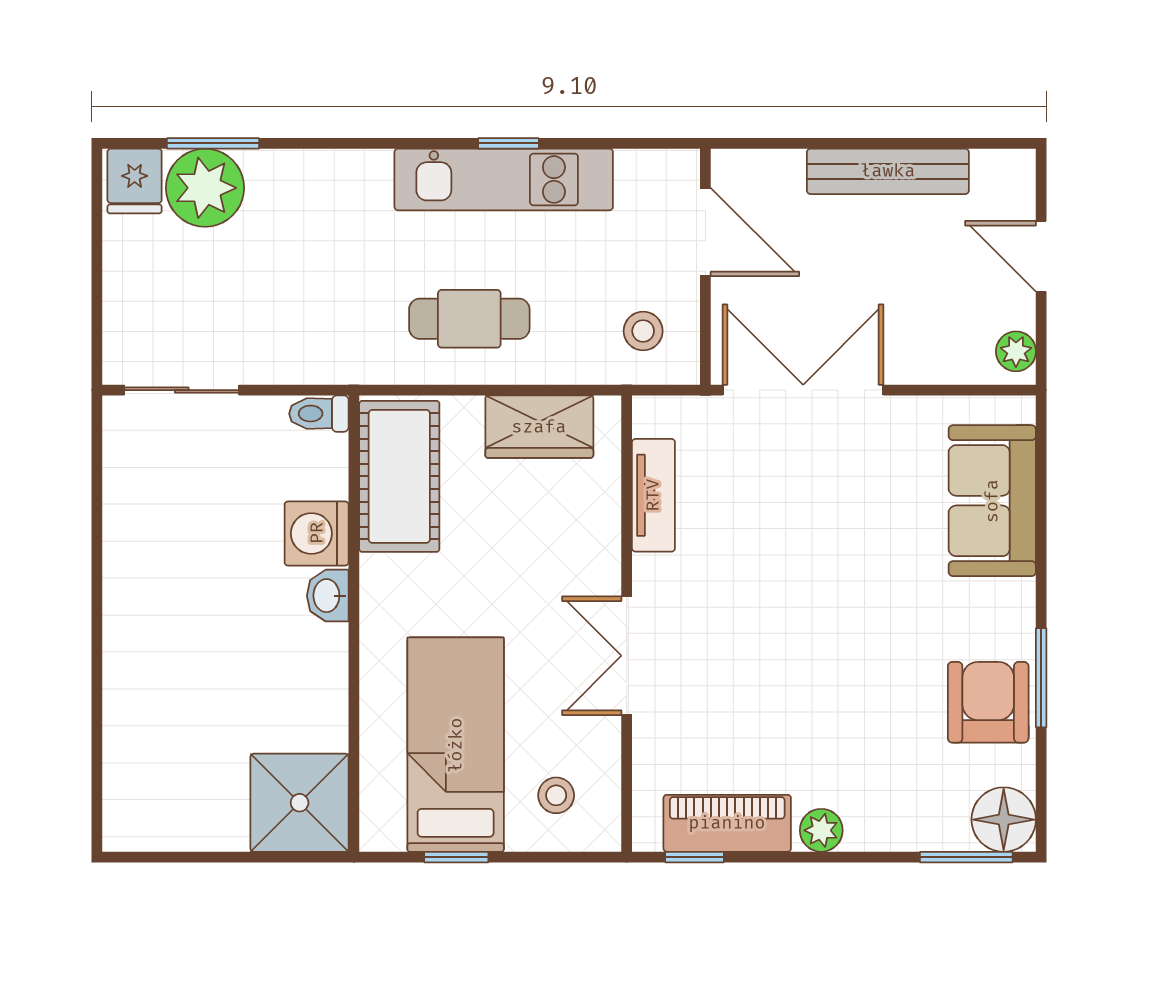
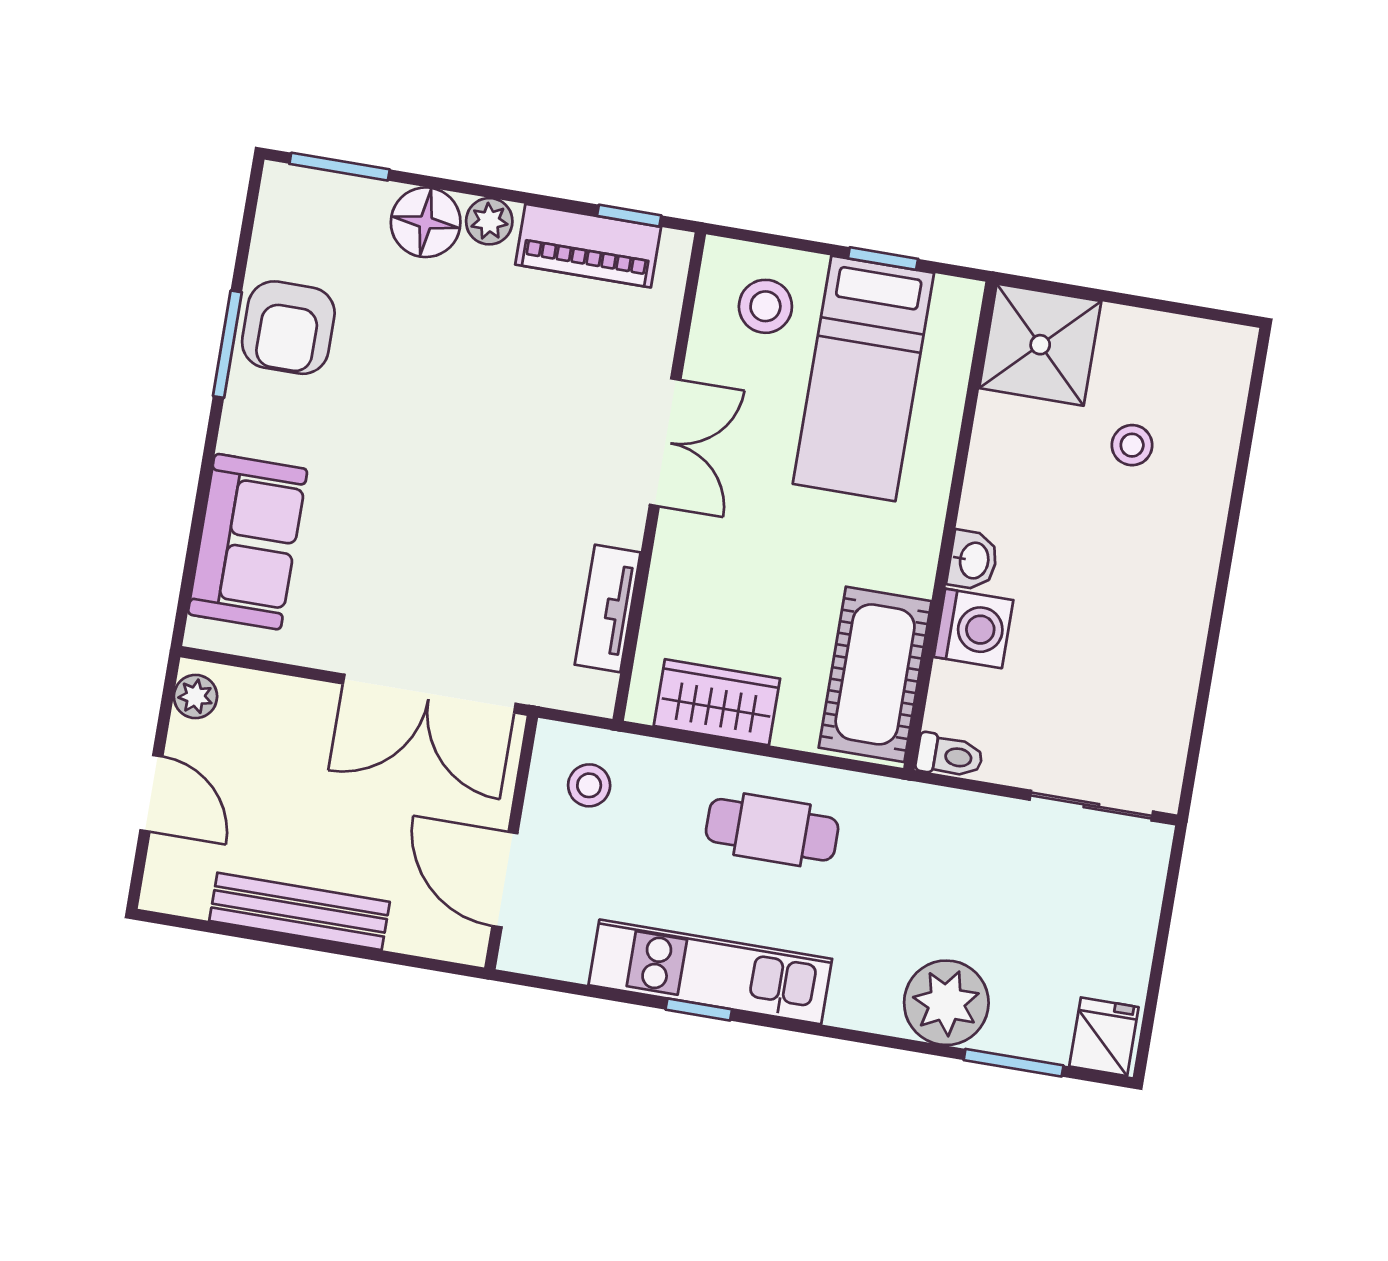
plant: (205, 188) -> (946, 1003), moved
stool: (200, 725) -> (1132, 445), added
stool: (556, 795) -> (765, 306), width x1.37, depth x1.37
floor lamp: (1004, 820) -> (426, 222), moved

